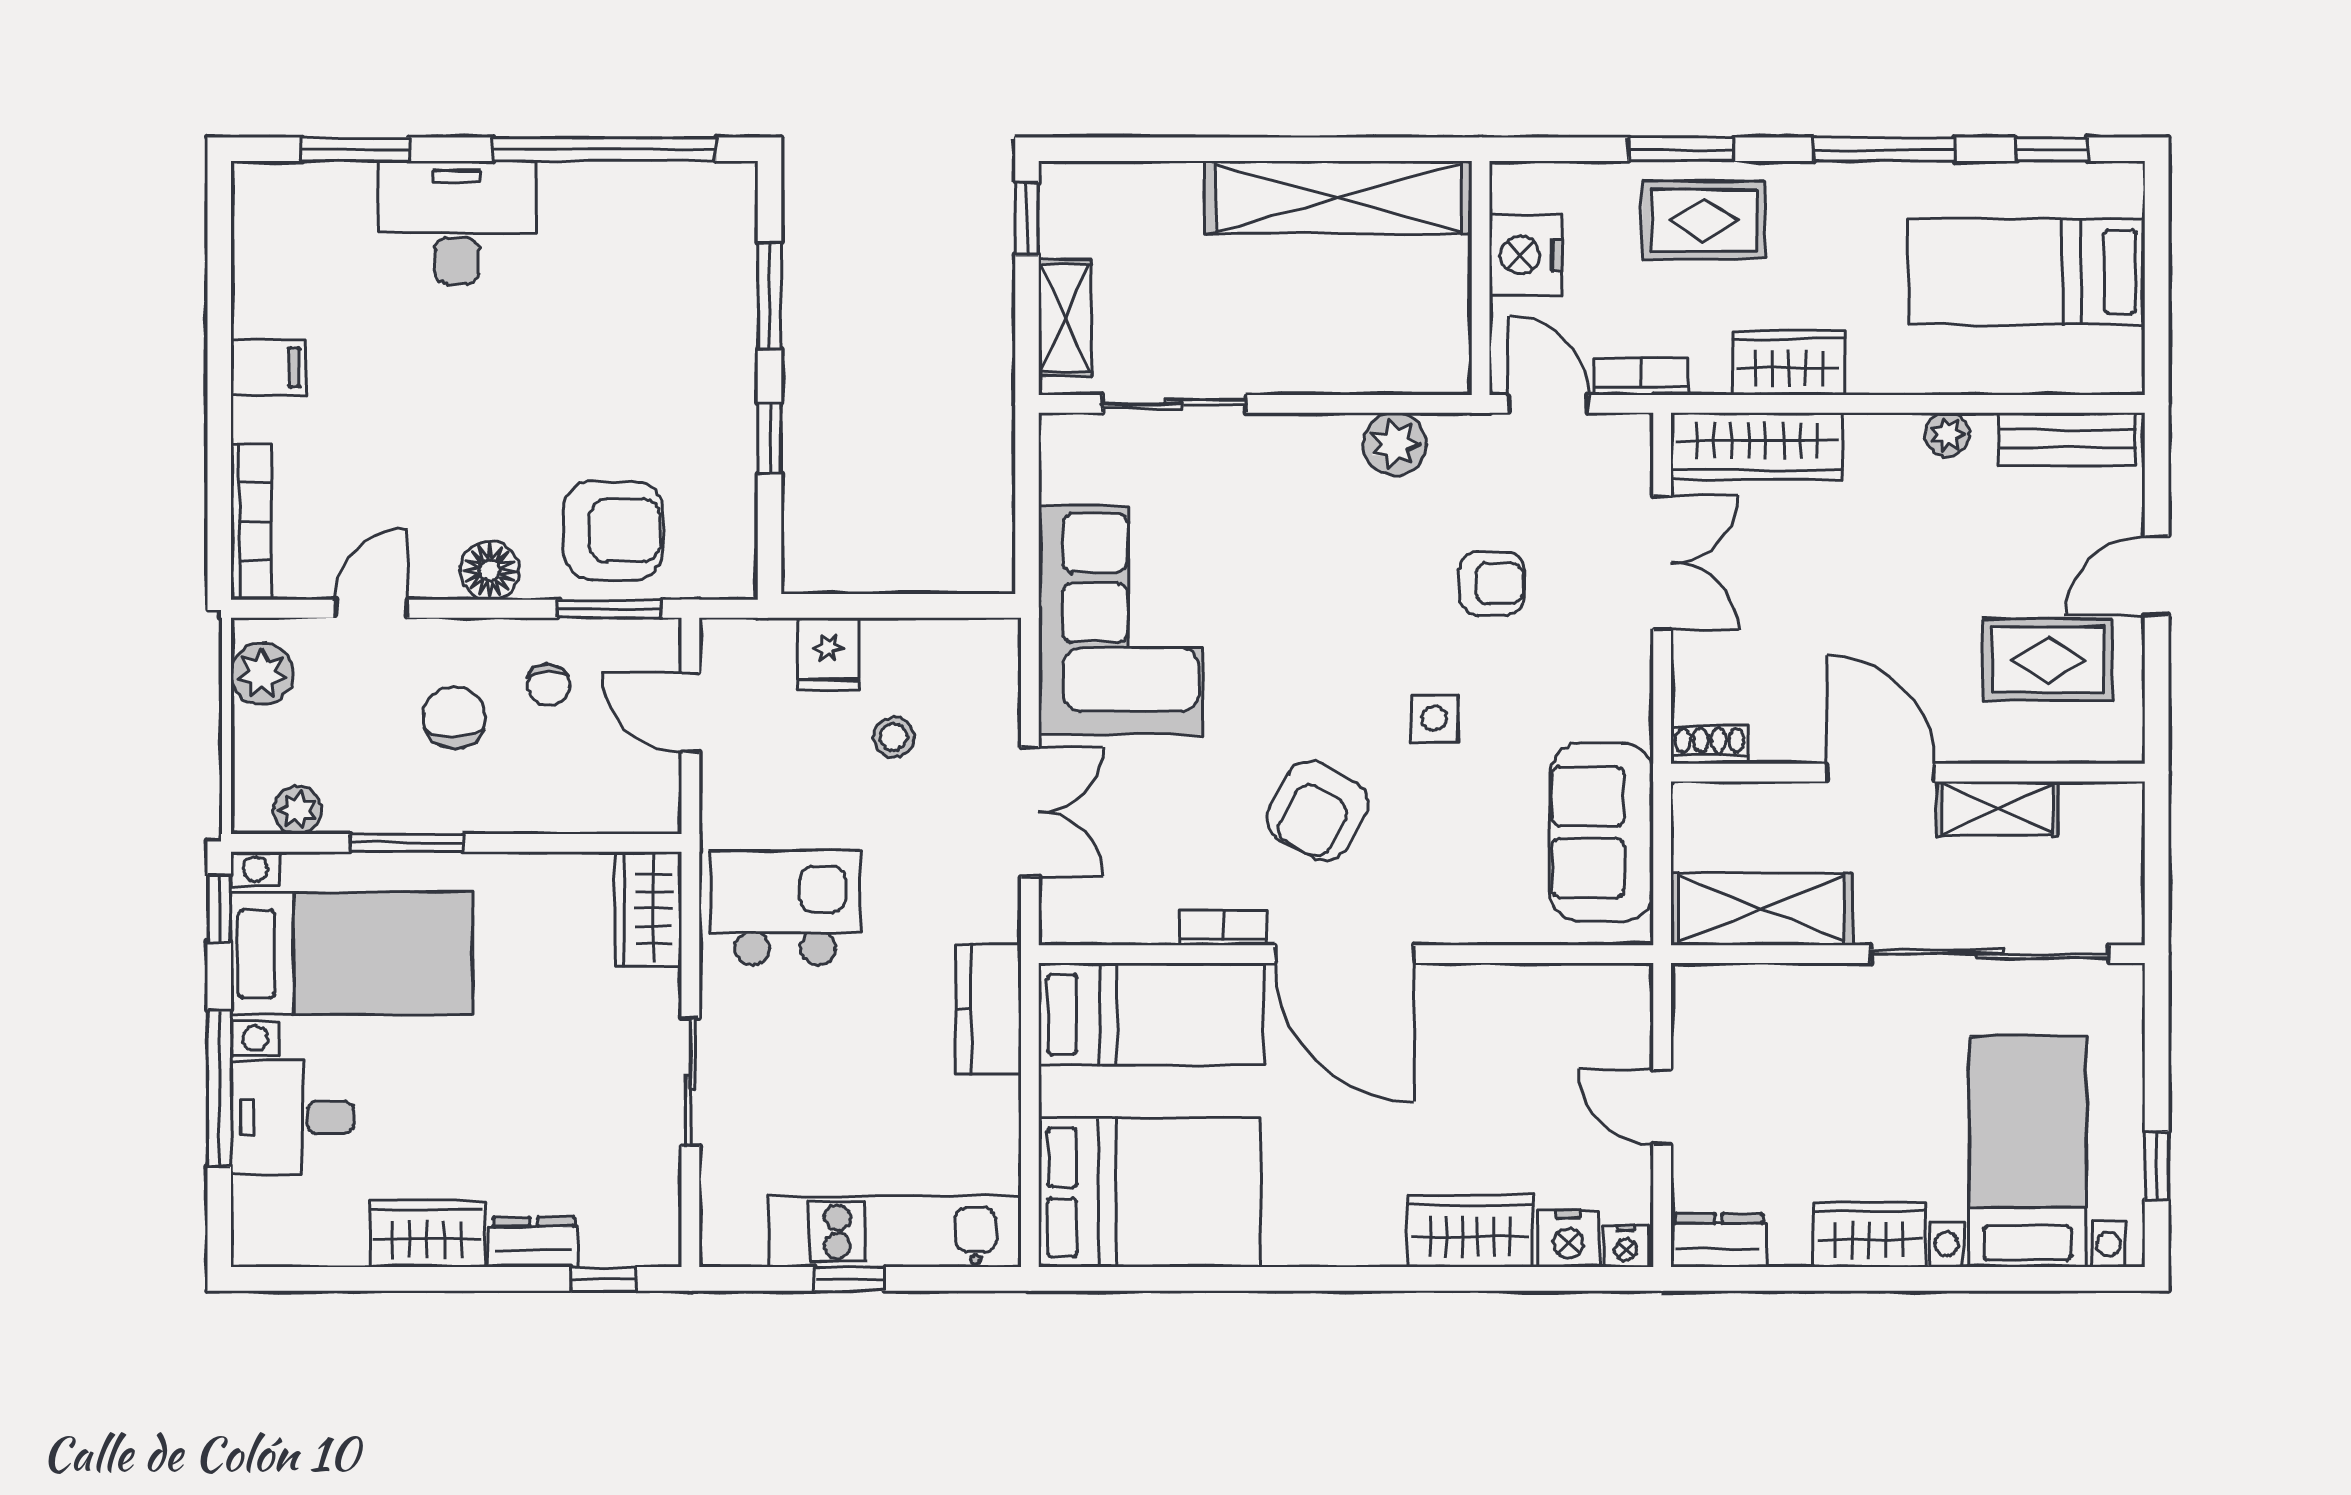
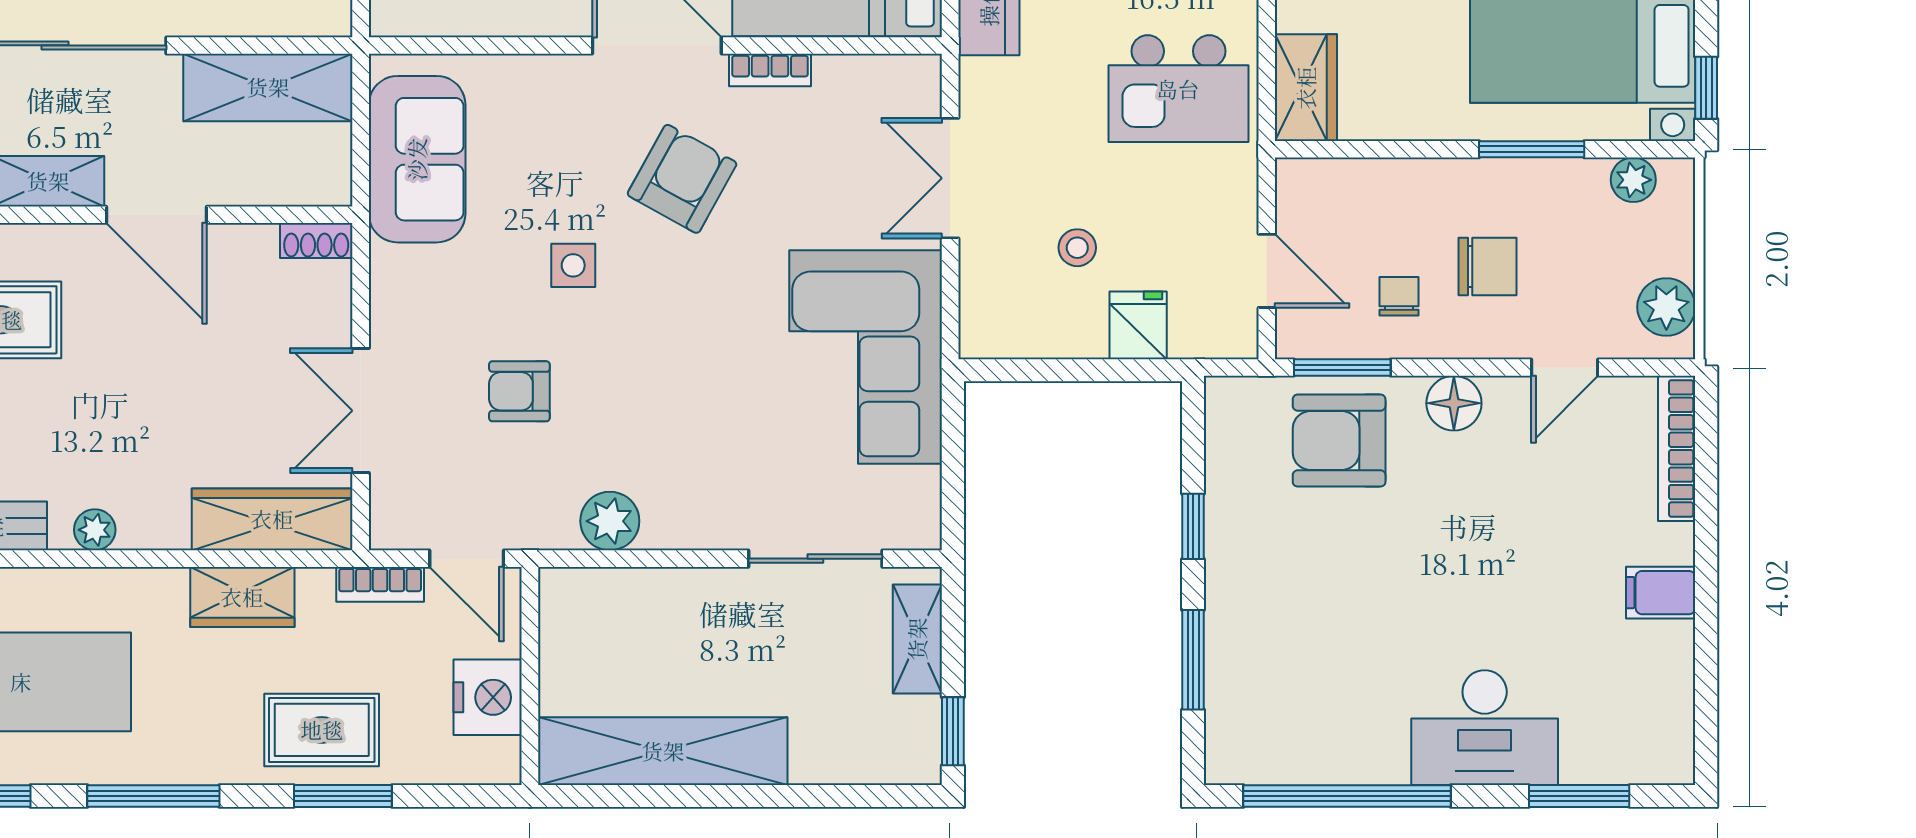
chair: (454, 717) -> (1487, 266), turned -90

